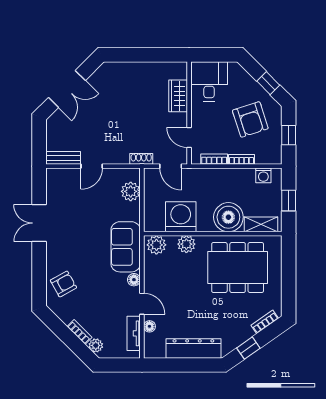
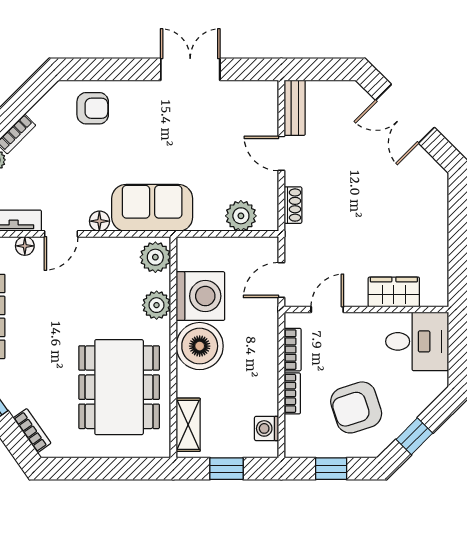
shoe rack: (141, 159) -> (293, 205), moved
boiler: (228, 217) -> (200, 346), moved
armchair: (63, 284) -> (93, 108), turned -61

